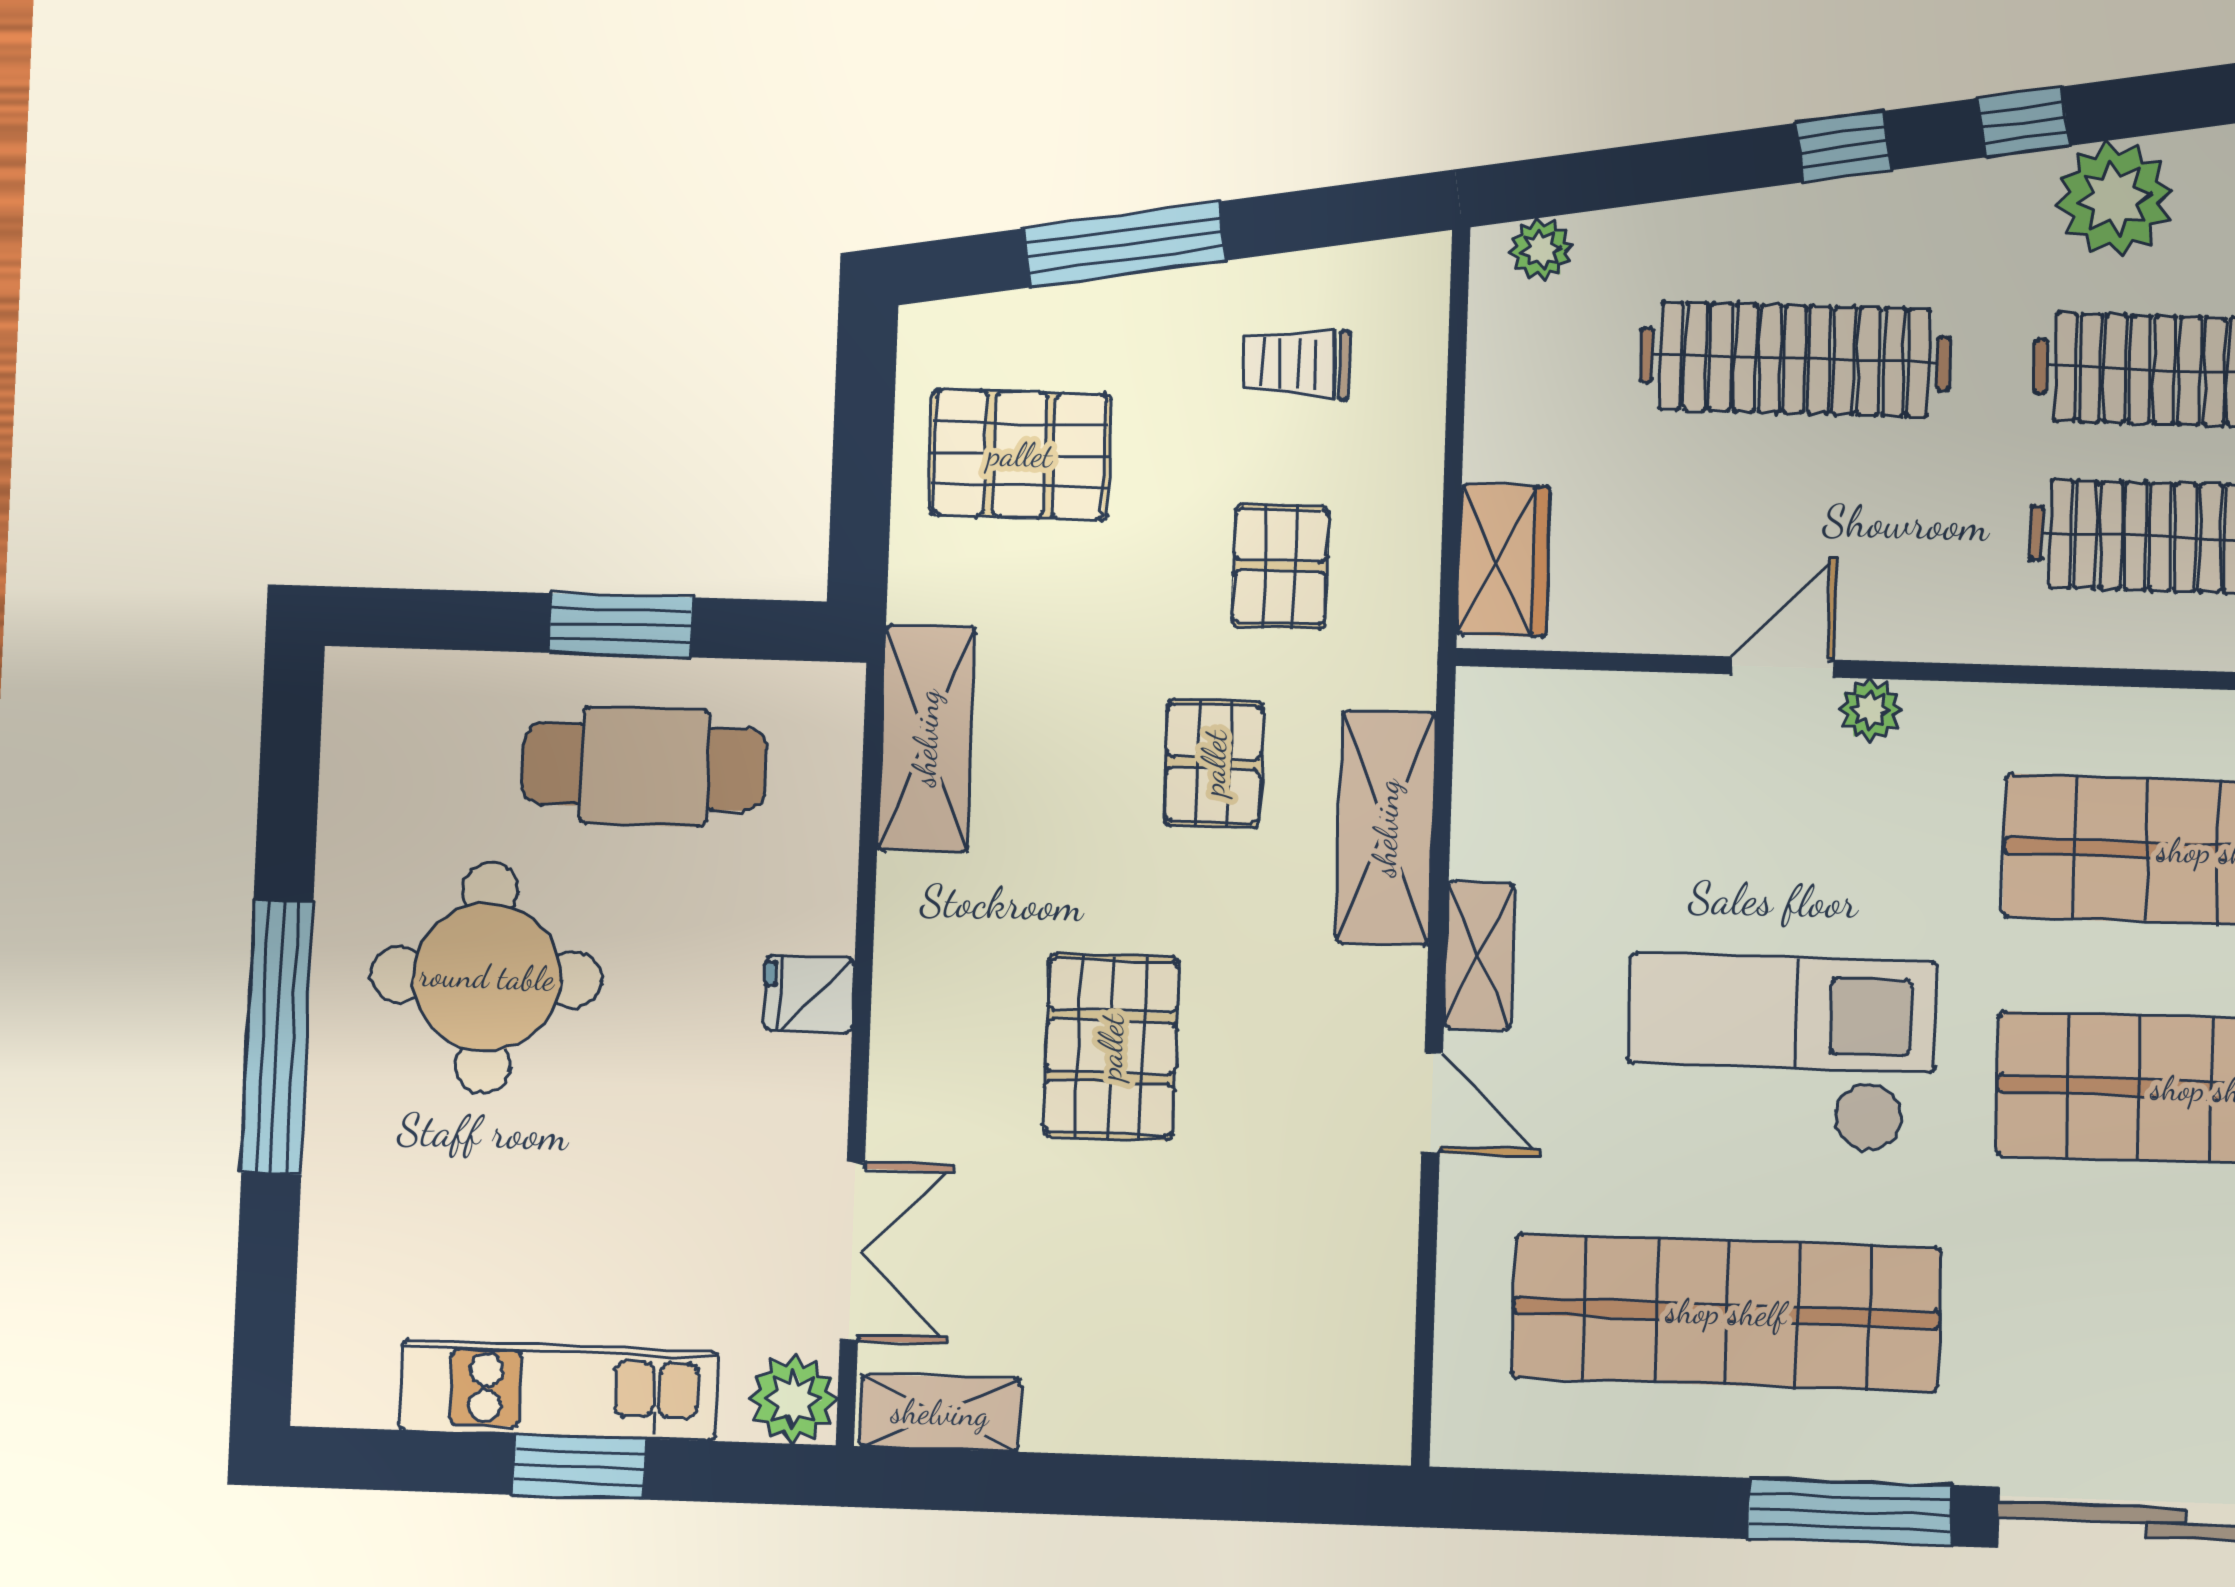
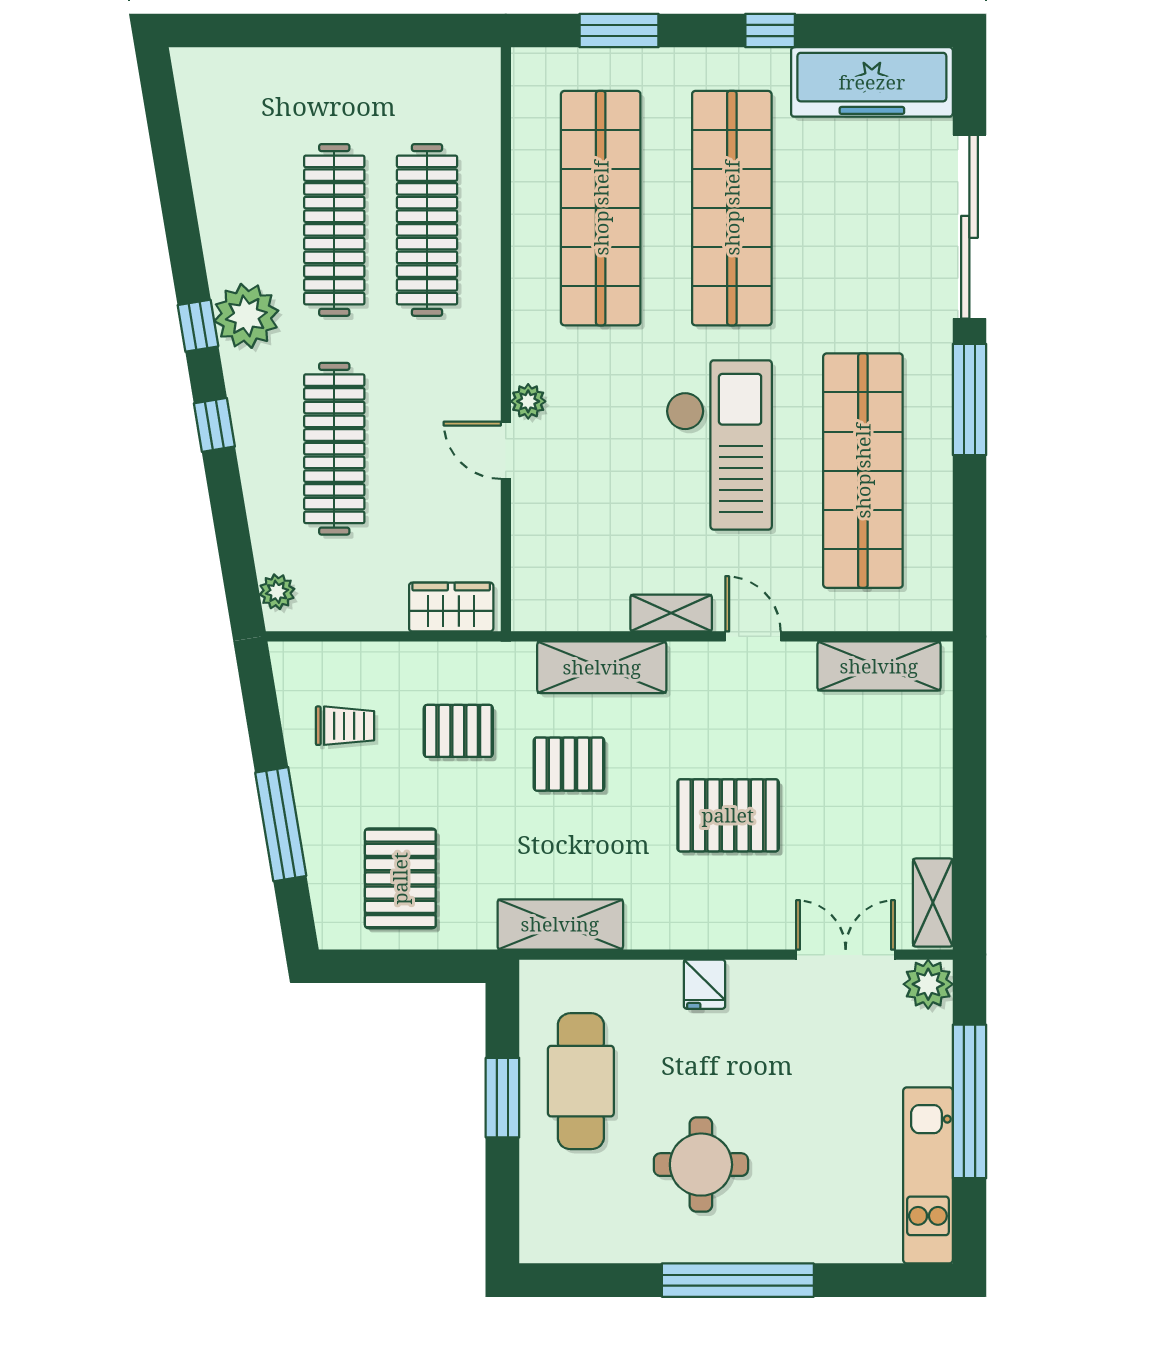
plant: (2115, 199) -> (246, 316), moved
trolley: (1296, 364) -> (345, 726), turned -90
round table: (487, 977) -> (701, 1165), width x0.73, depth x0.73
checkout: (1781, 1052) -> (719, 445), turned 180
door: (1432, 1103) -> (753, 636), hinge flipped
shelving: (1371, 1330) -> (879, 666), added
kitchen unit: (558, 1390) -> (928, 1175), moved
window: (579, 1467) -> (969, 1101), width x2.11

